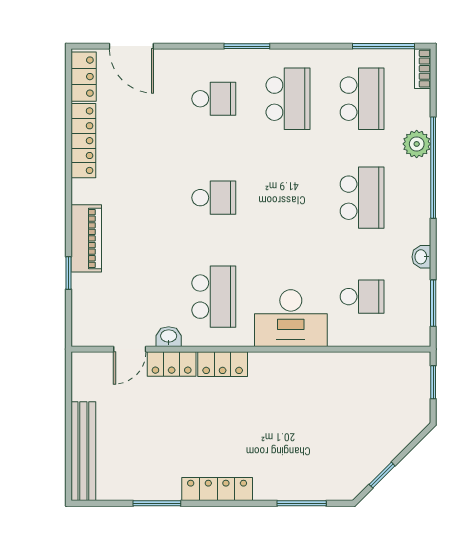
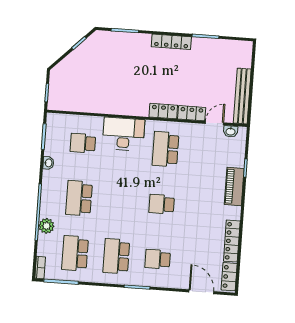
washbasin: (169, 337) -> (231, 131), moved
bench: (83, 451) -> (242, 96), moved

